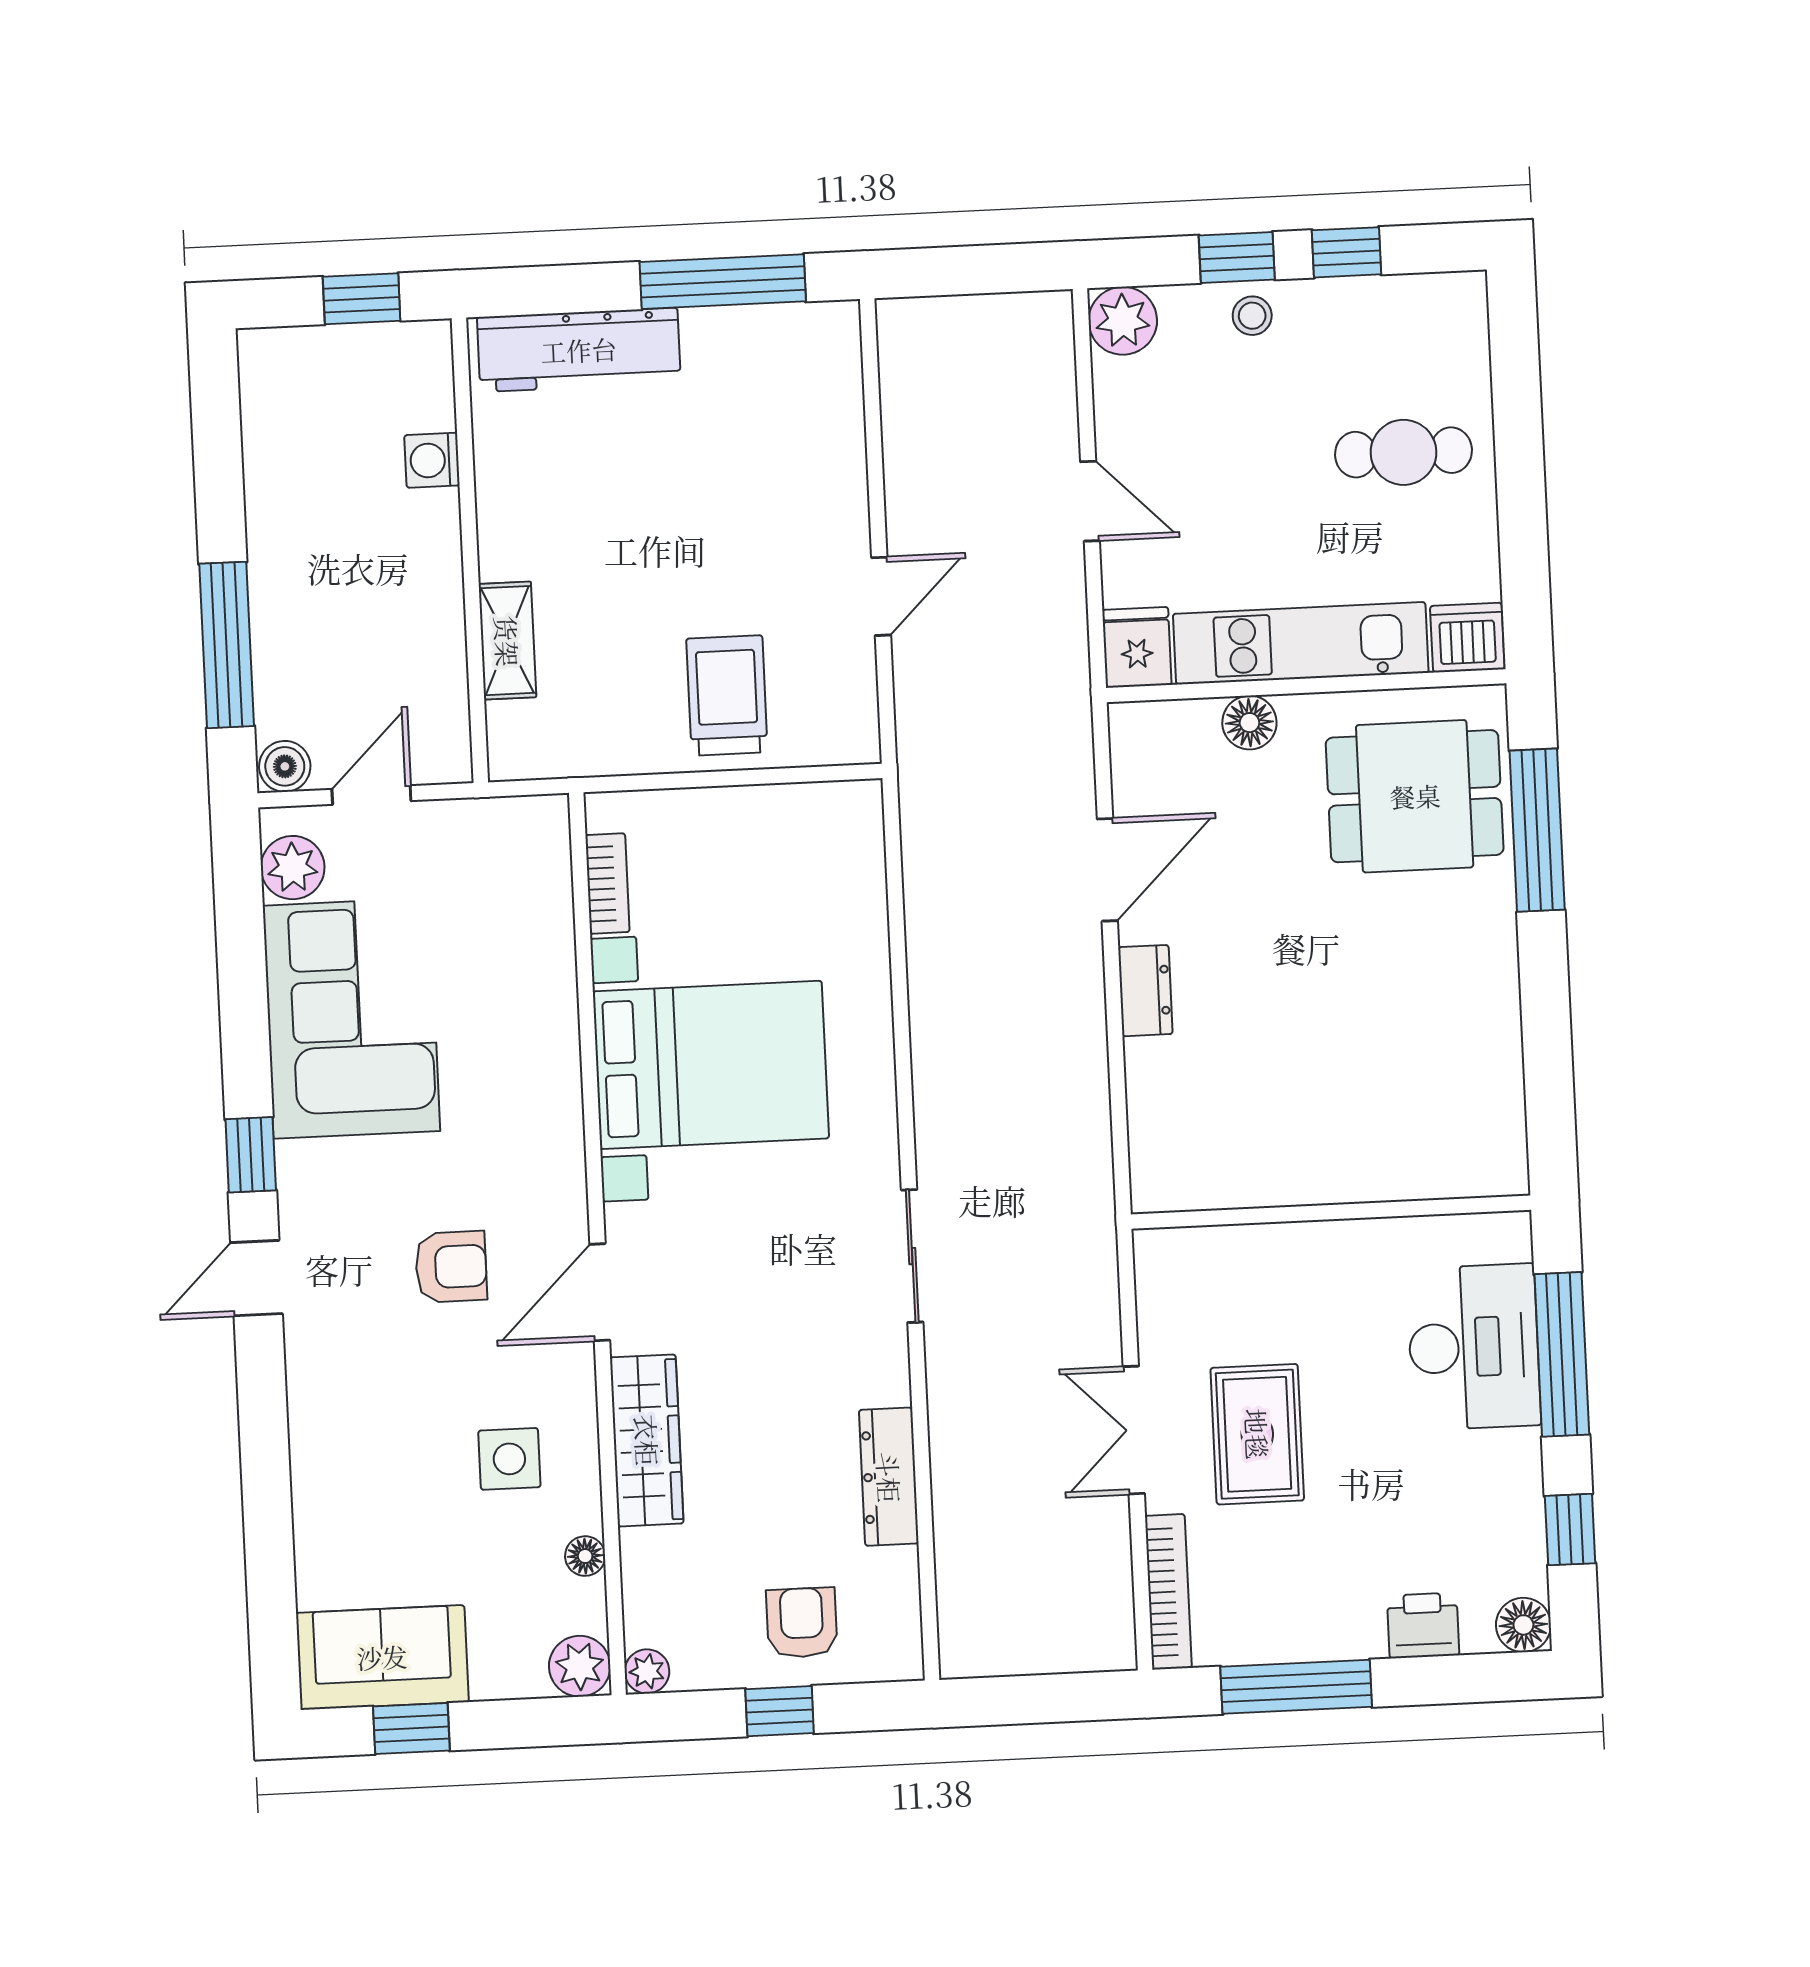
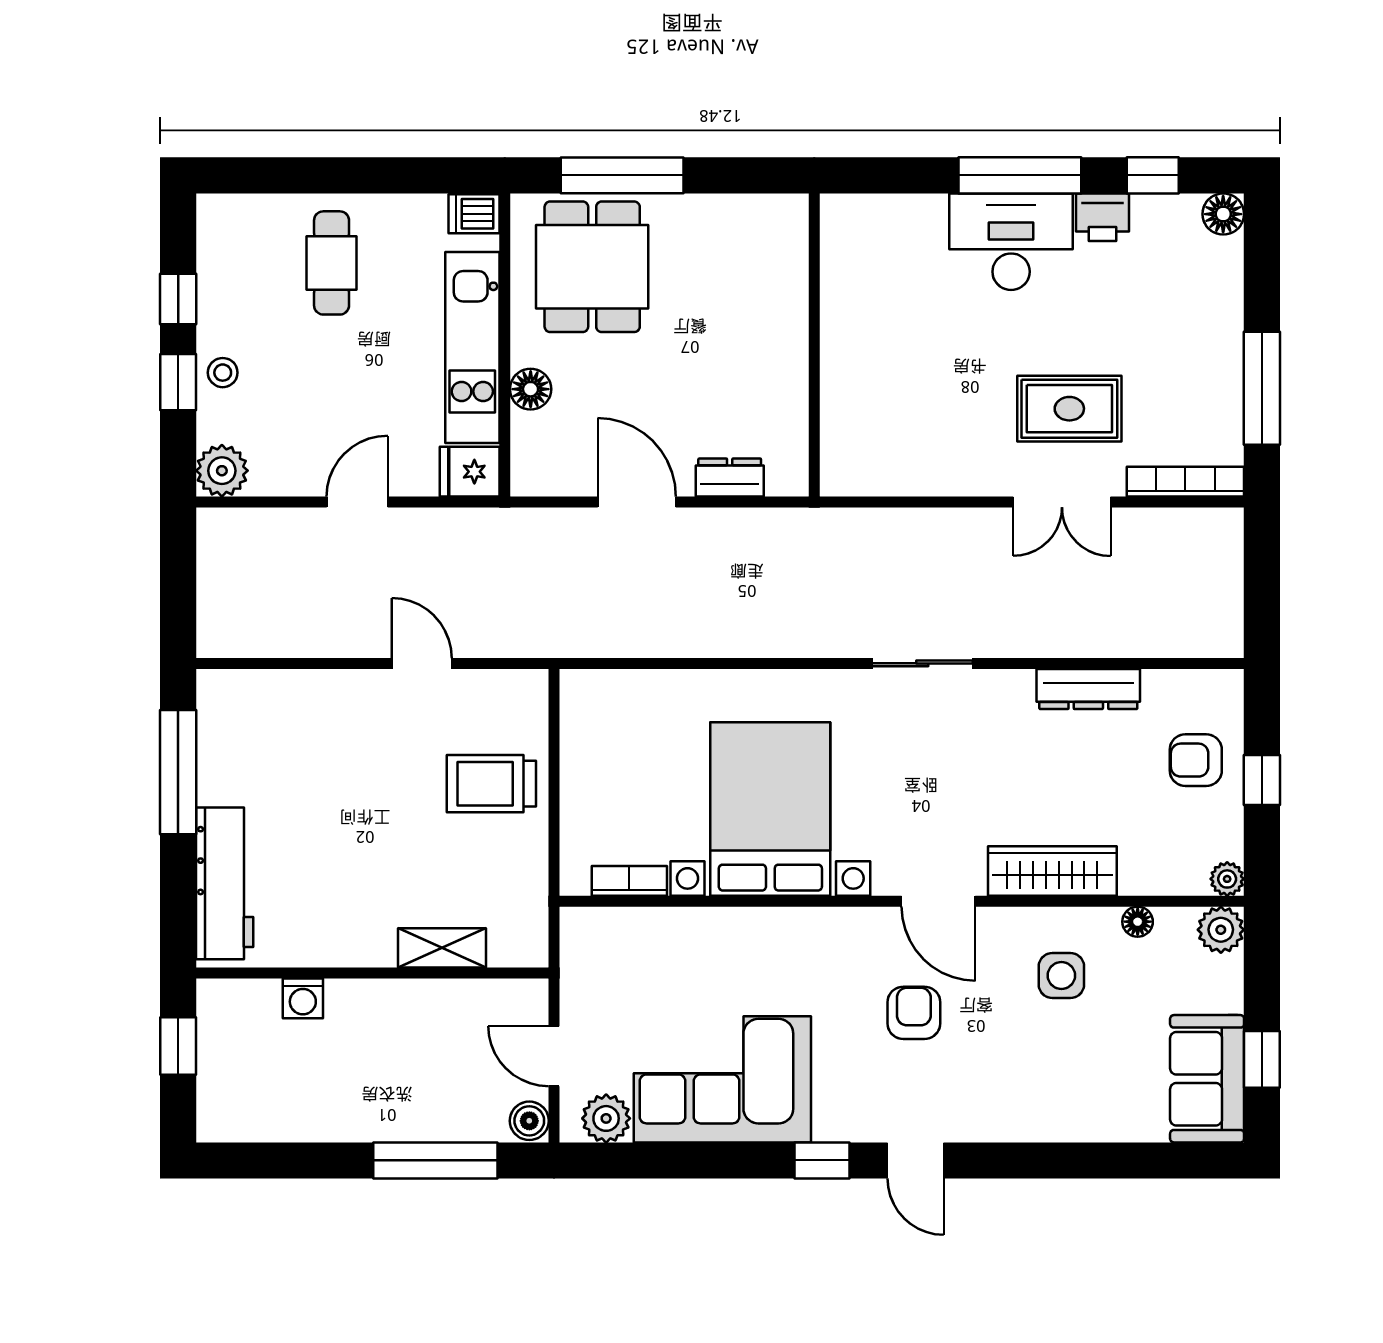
dishwasher: (1467, 638) -> (474, 214), width x0.73
wall: (1331, 1212) -> (814, 345), moved
printer: (1423, 1625) -> (1103, 217), moved, turned -90

